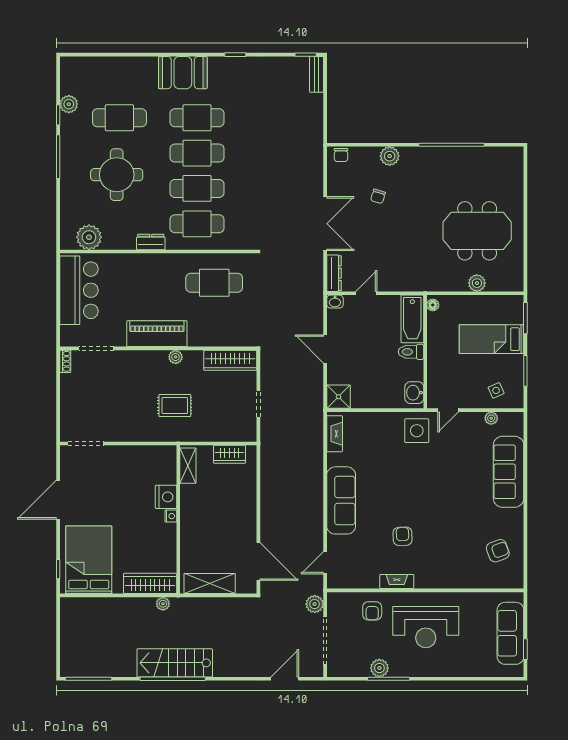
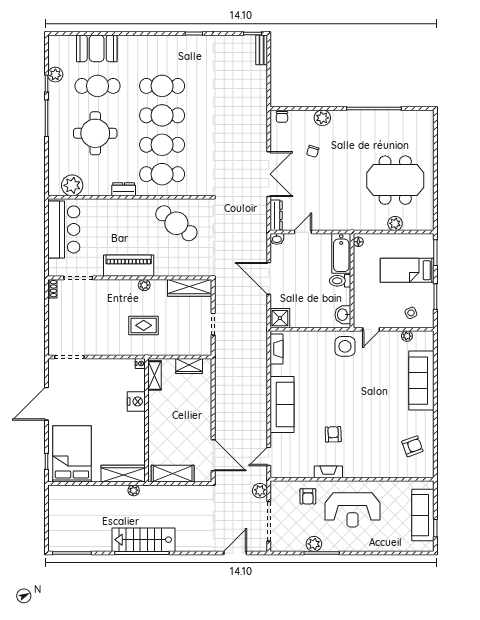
booth: (183, 73) -> (97, 48), moved
cafe table: (214, 283) -> (176, 223), turned 37
door: (325, 349) -> (269, 278), width x1.36
nightstand: (171, 516) -> (140, 364), moved

